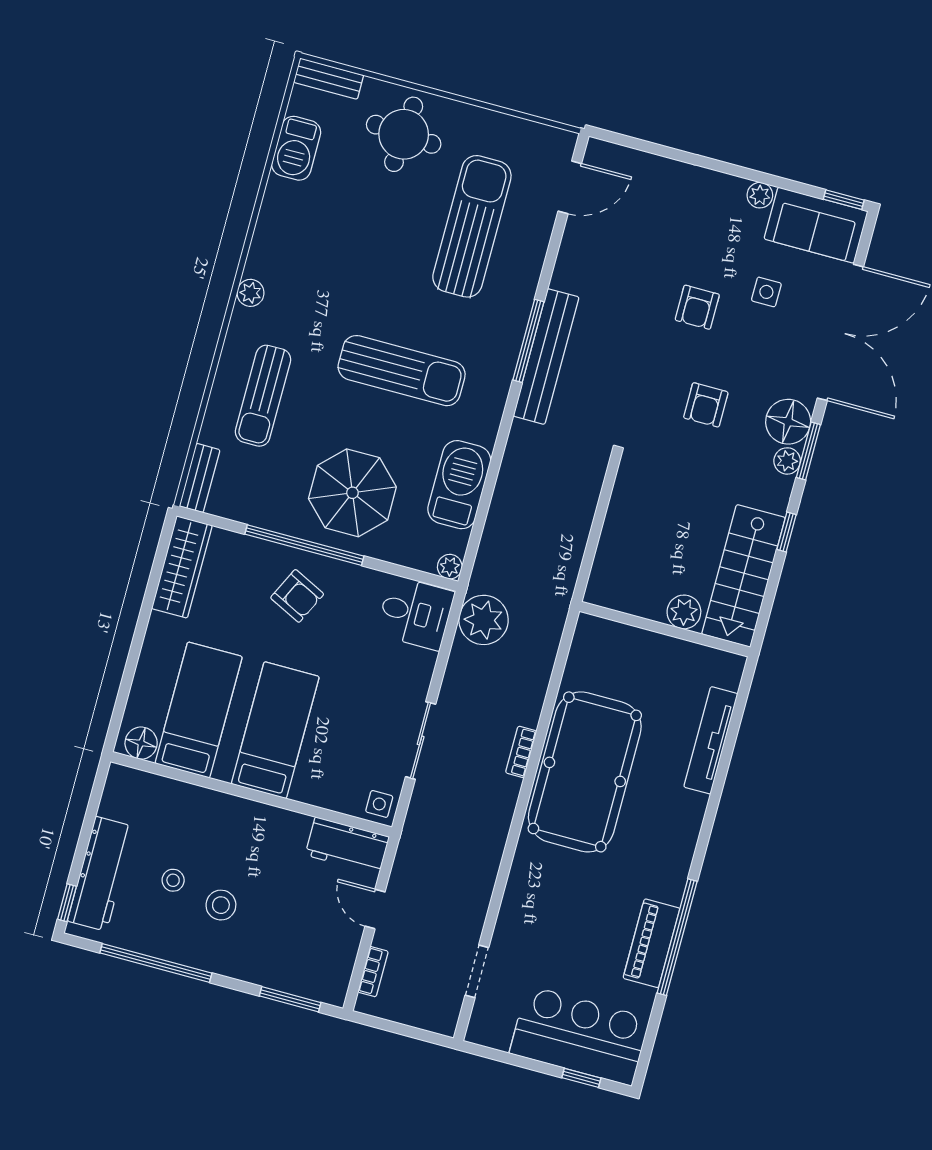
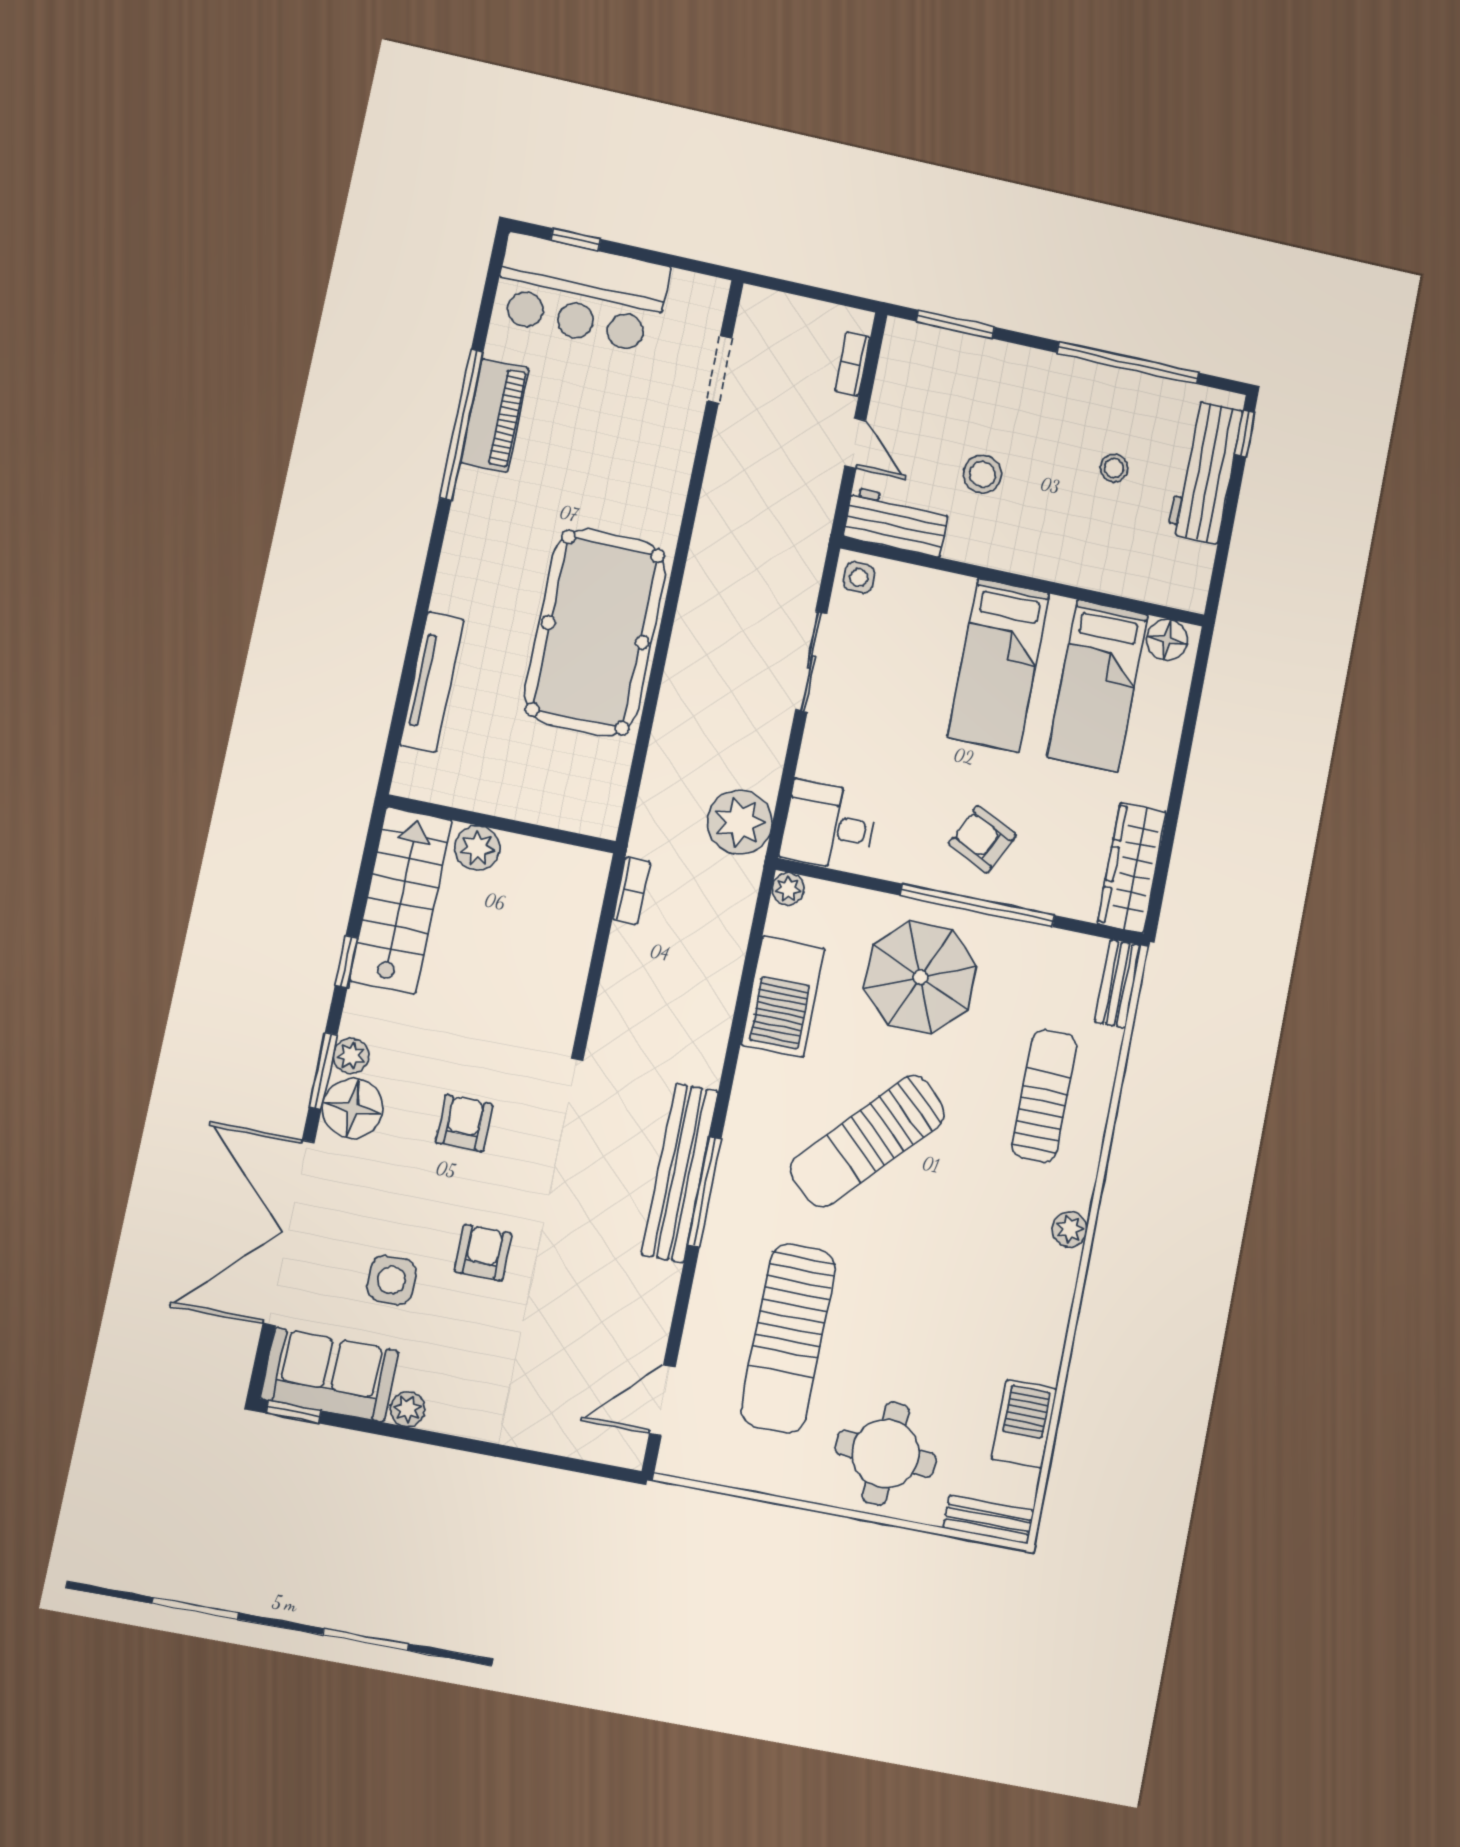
side table: (766, 292) -> (392, 1280), width x1.37, depth x1.37
sun lounger: (402, 371) -> (868, 1141), turned -47
bookcase: (521, 752) -> (631, 891), moved
stool: (221, 905) -> (982, 474), moved

